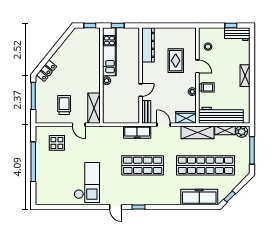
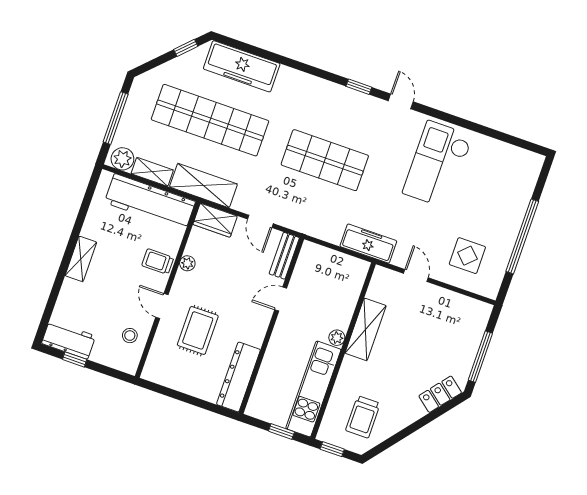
trolley: (64, 105) -> (363, 417), moved
shelving: (94, 108) -> (366, 329), moved
freezer: (137, 132) -> (368, 244), moved

